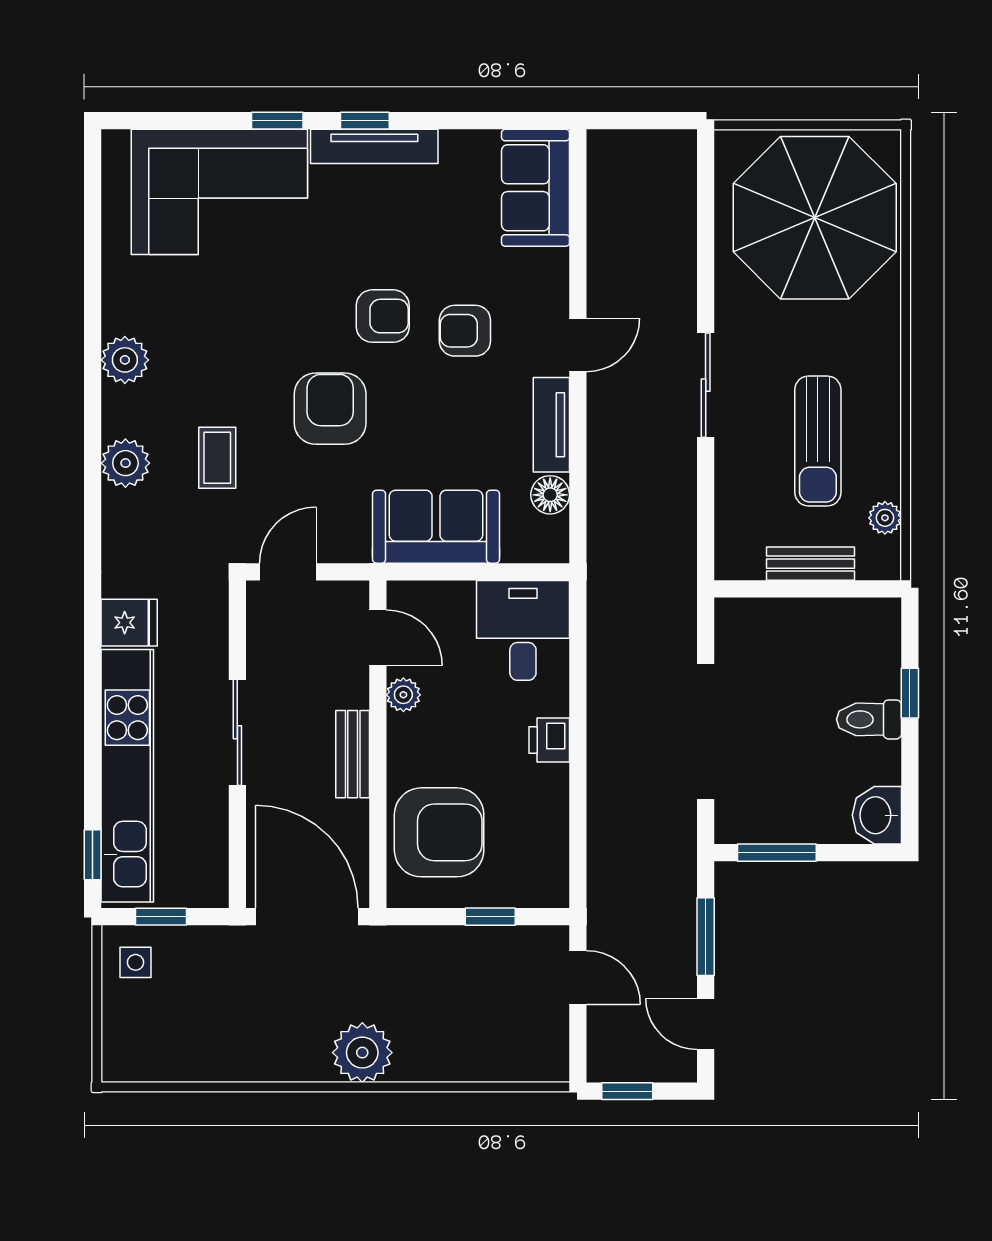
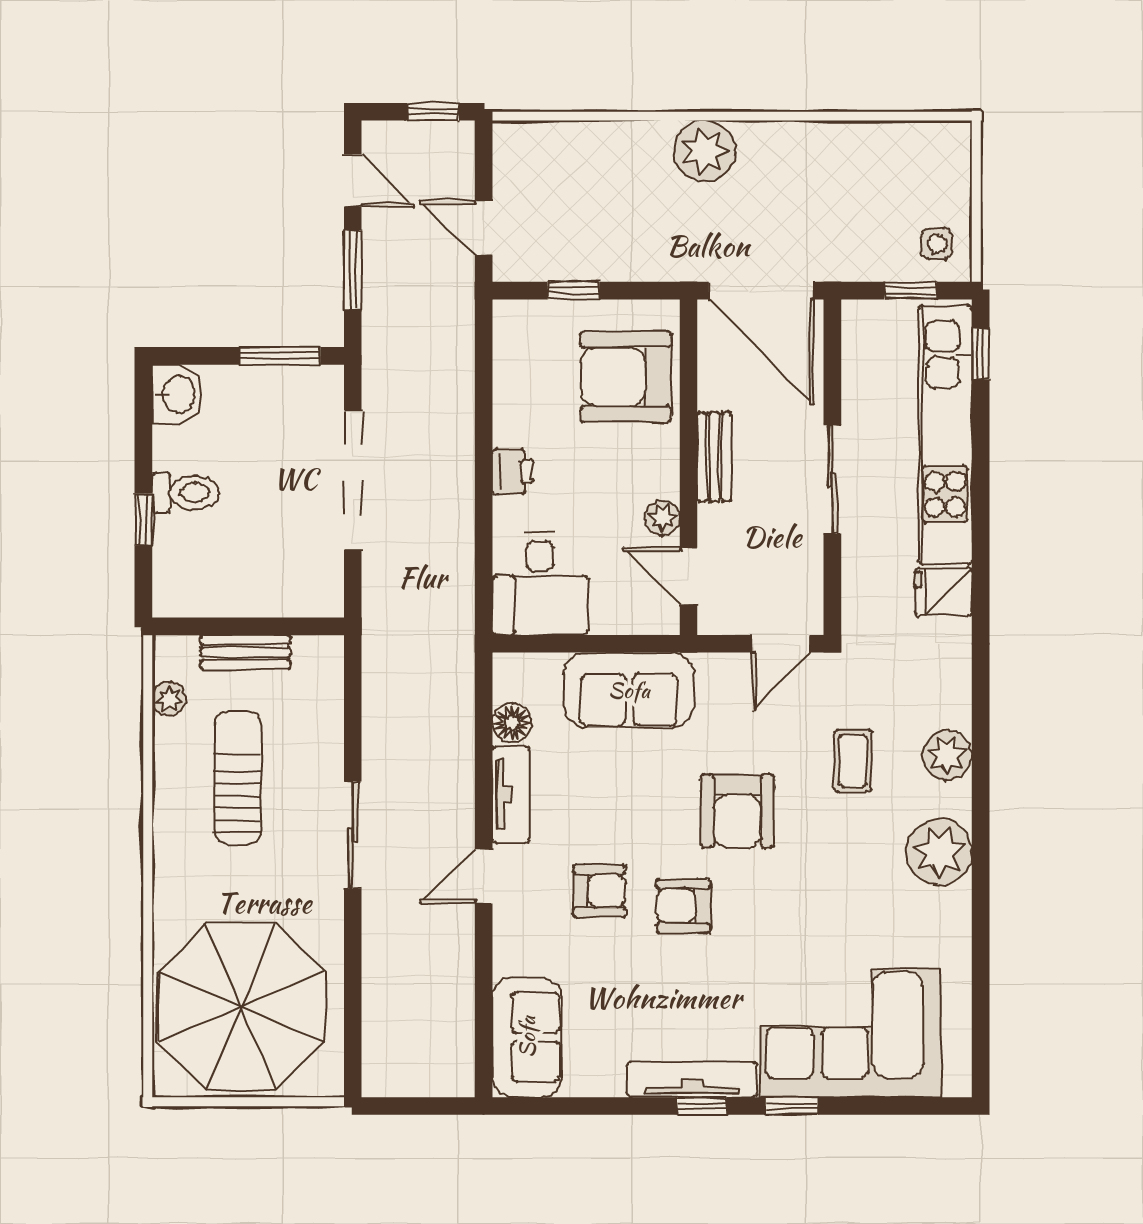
plant: (125, 360) -> (939, 852), width x1.36, depth x1.36

